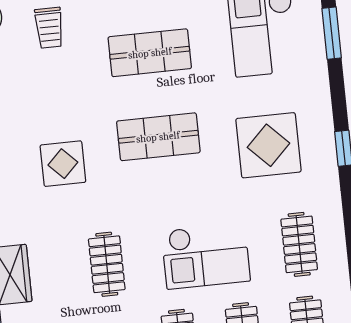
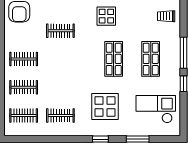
window: (332, 33) -> (138, 139), moved
checkout: (206, 256) -> (60, 74), removed

